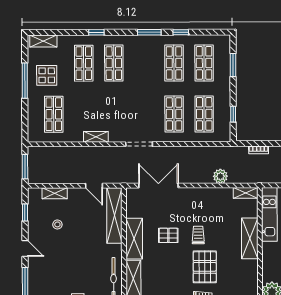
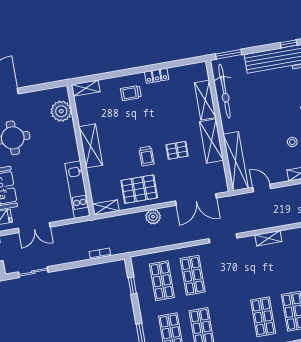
plant: (220, 176) -> (153, 217), moved
shelving: (250, 238) -> (91, 146), moved
pallet: (205, 267) -> (139, 189), moved, turned 90

